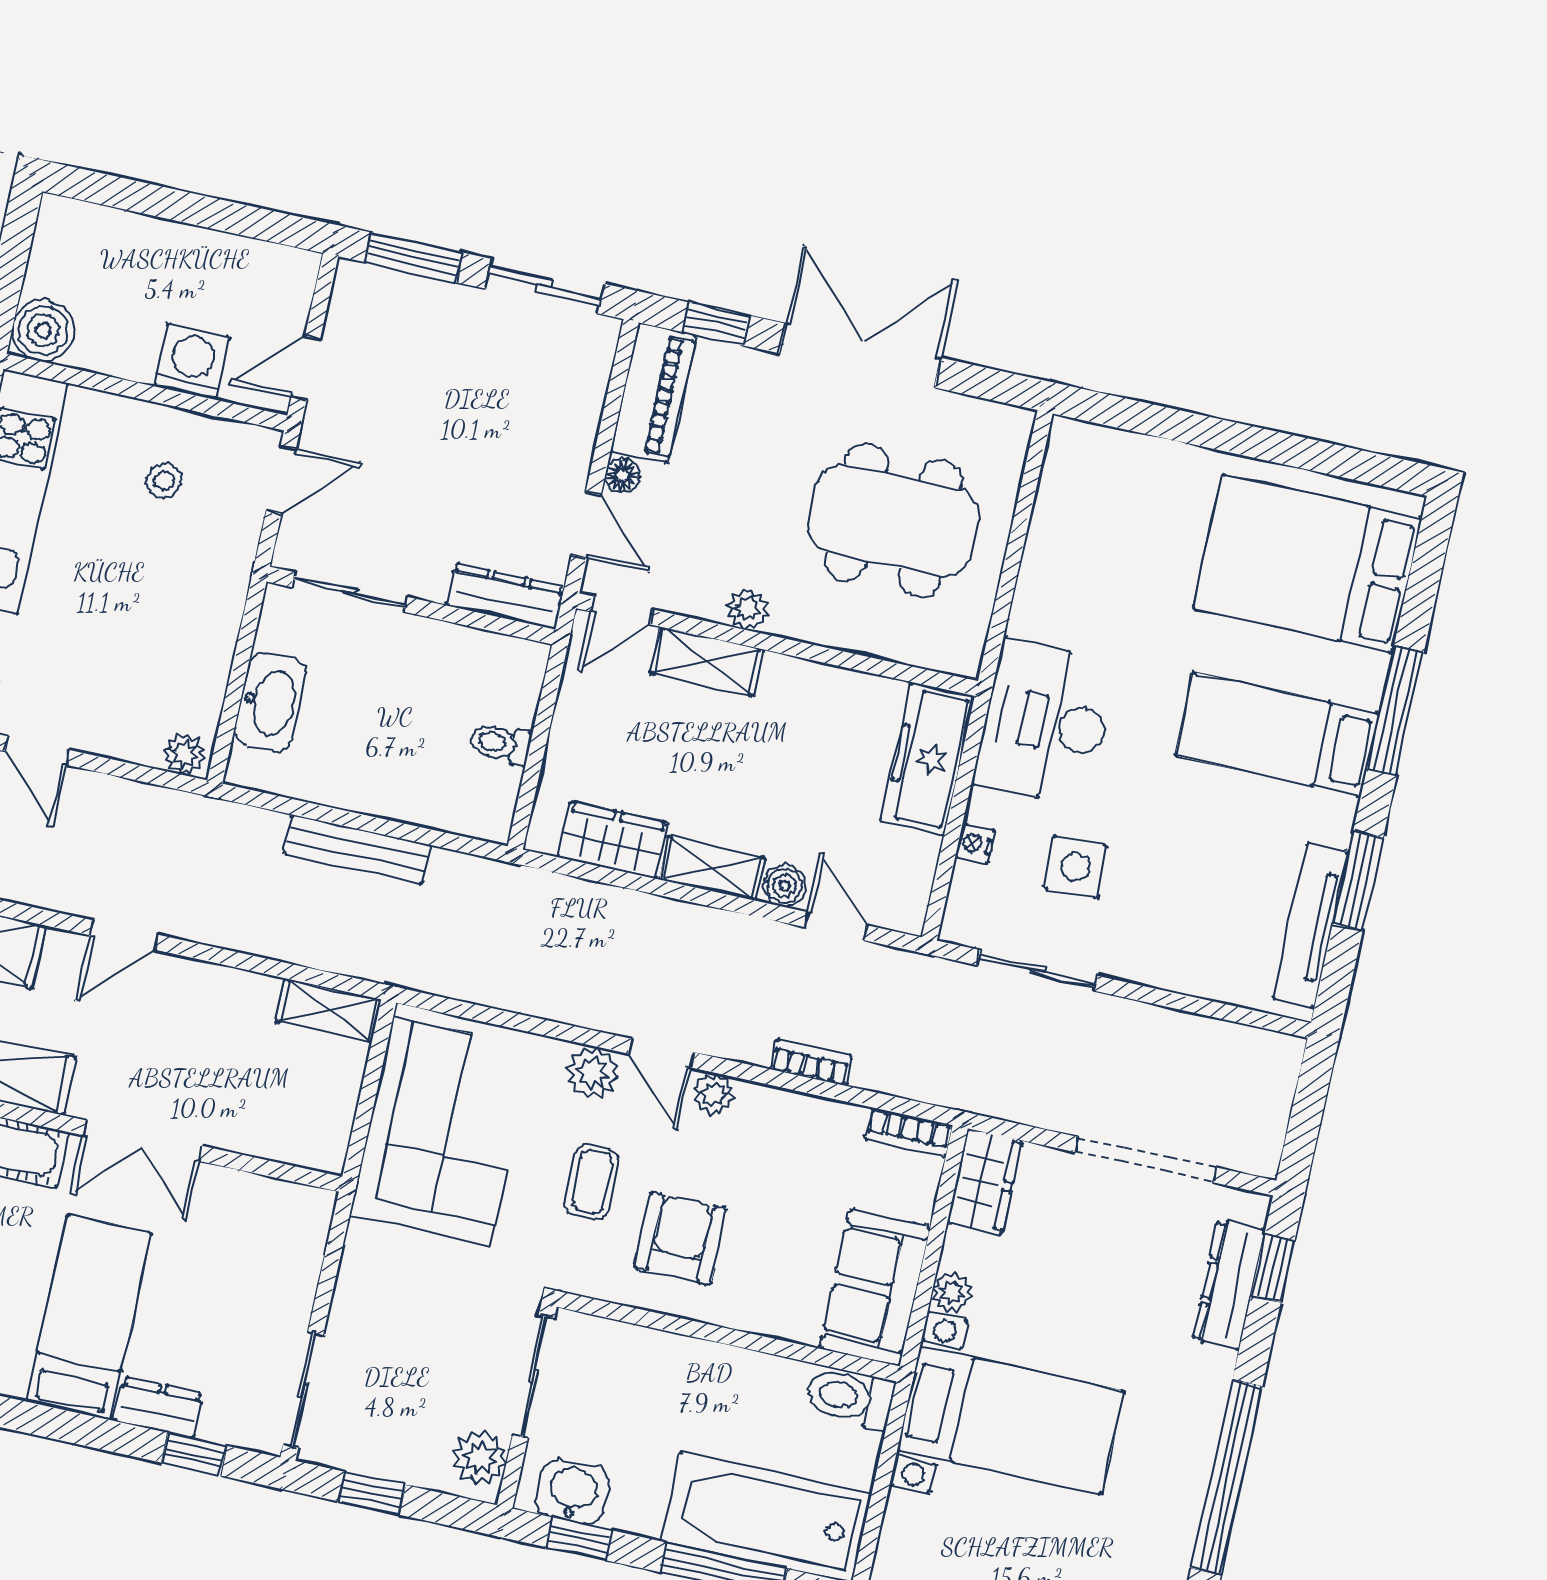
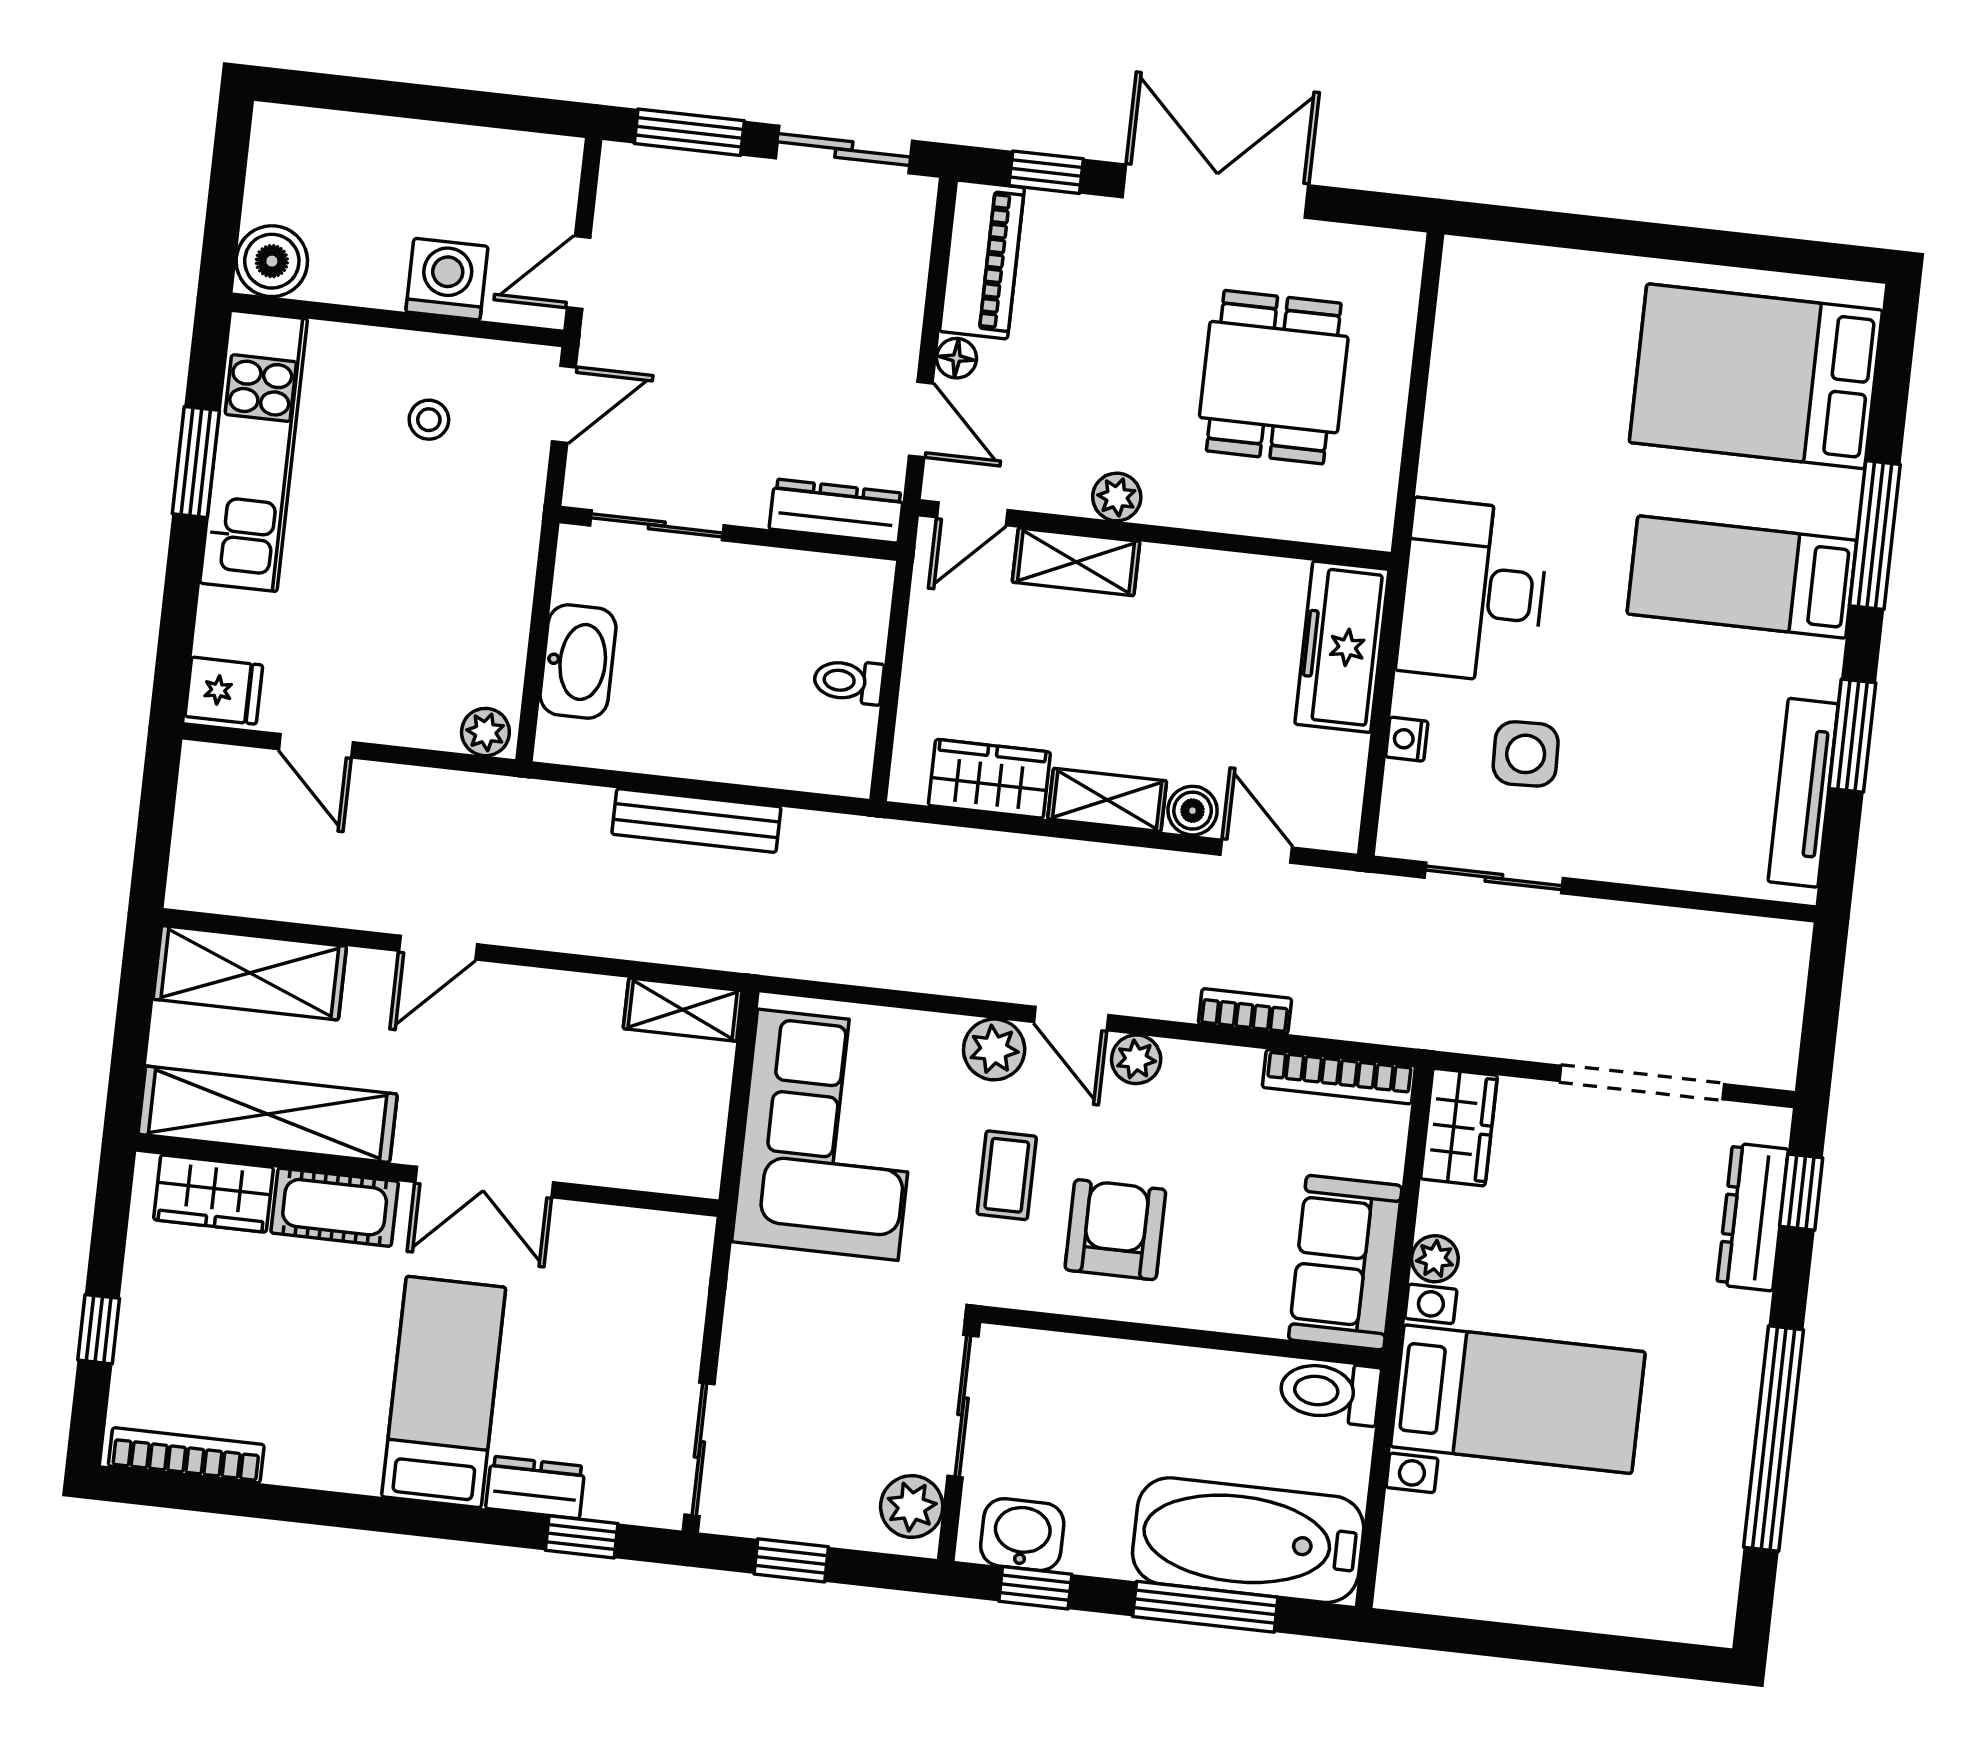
dining table: (893, 520) -> (1274, 377), width x0.73
bookcase: (909, 1132) -> (1339, 1077), width x1.56

